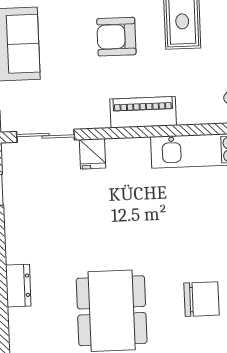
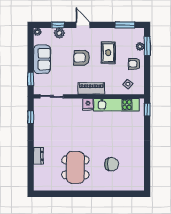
fridge: (93, 154) -> (88, 104), moved

